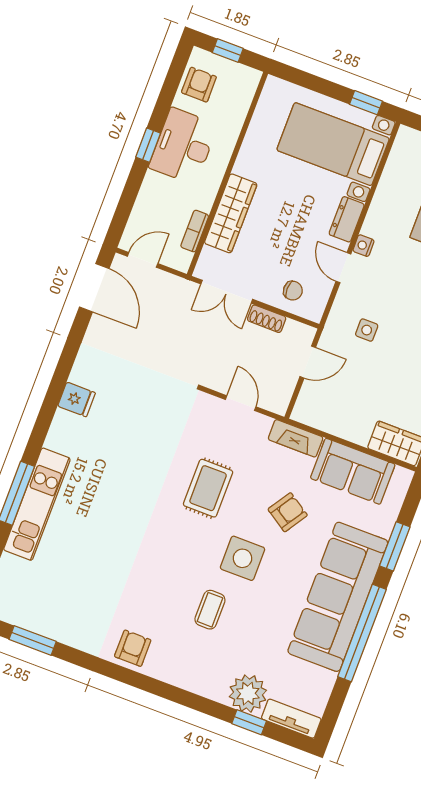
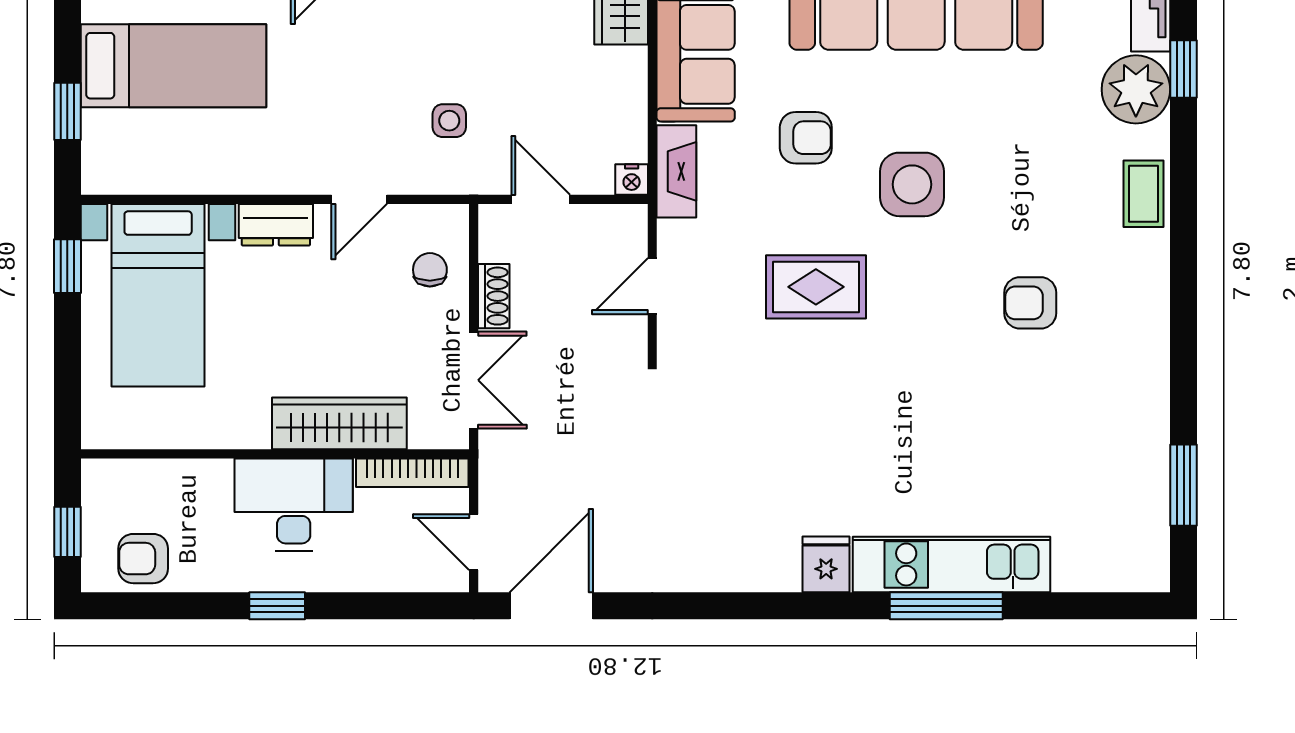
desk: (183, 146) -> (294, 505), moved, turned 180
bookcase: (195, 231) -> (412, 473), width x1.56
nightstand: (364, 246) -> (632, 180), moved
fridge: (77, 399) -> (826, 564), moved
armchair: (288, 512) -> (806, 138), turned 147
coffee table: (210, 610) -> (1143, 194), moved, turned 90
armchair: (133, 648) -> (1030, 303), moved

